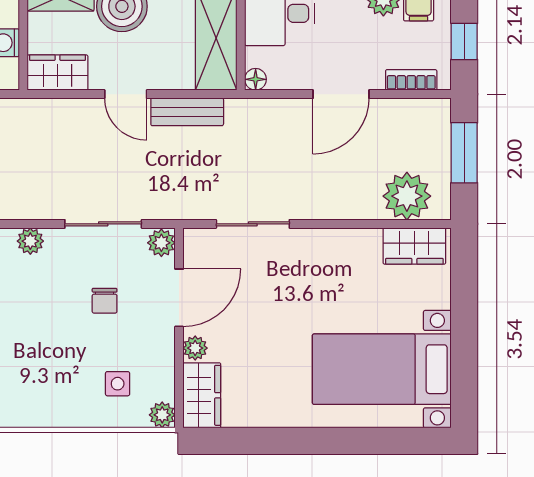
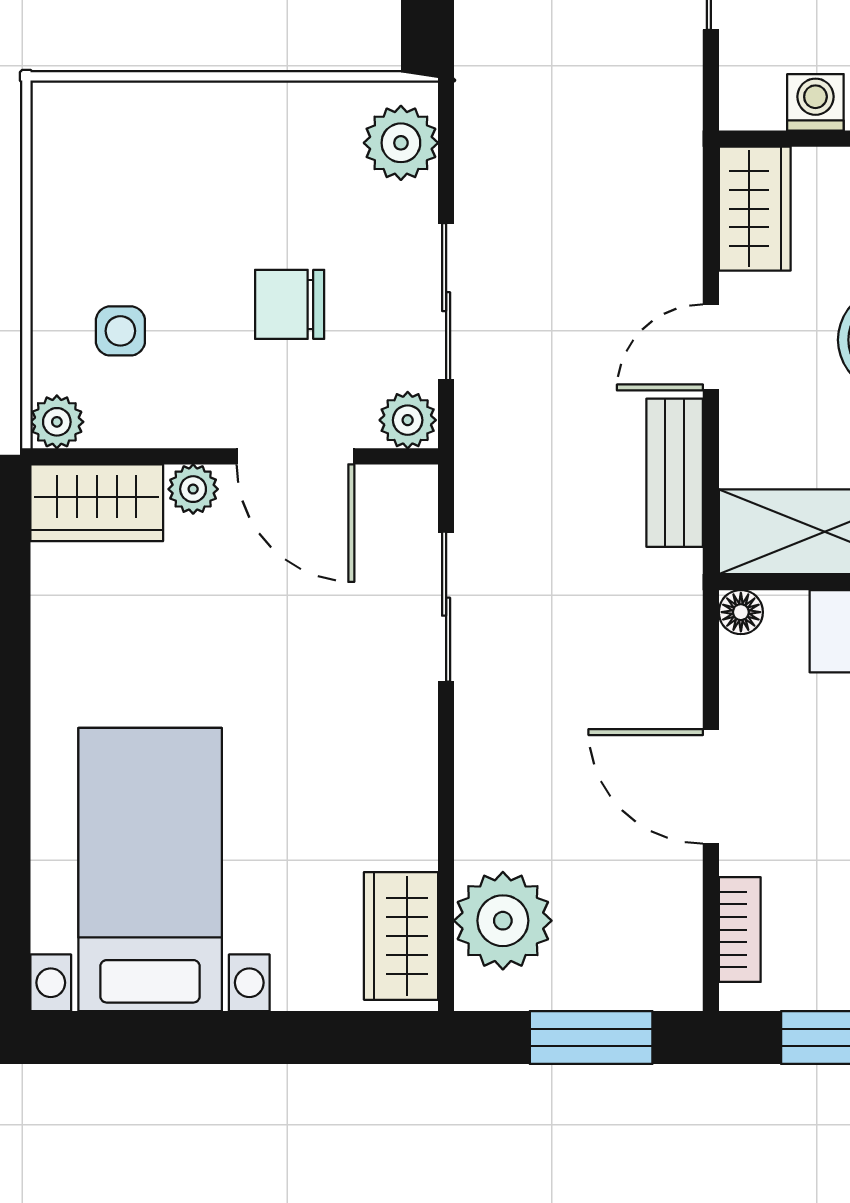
plant: (30, 241) -> (401, 143), width x1.38, depth x1.38
chair: (105, 301) -> (290, 304), width x1.37, depth x1.37

